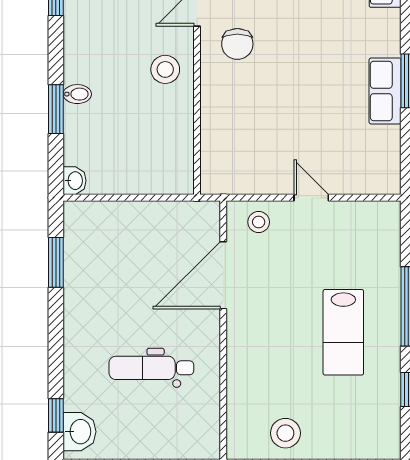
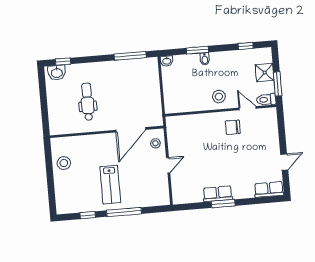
window: (56, 262) -> (130, 56), width x1.44
door: (223, 275) -> (131, 130), swing flipped
lab bench: (343, 332) -> (110, 185), turned -90

